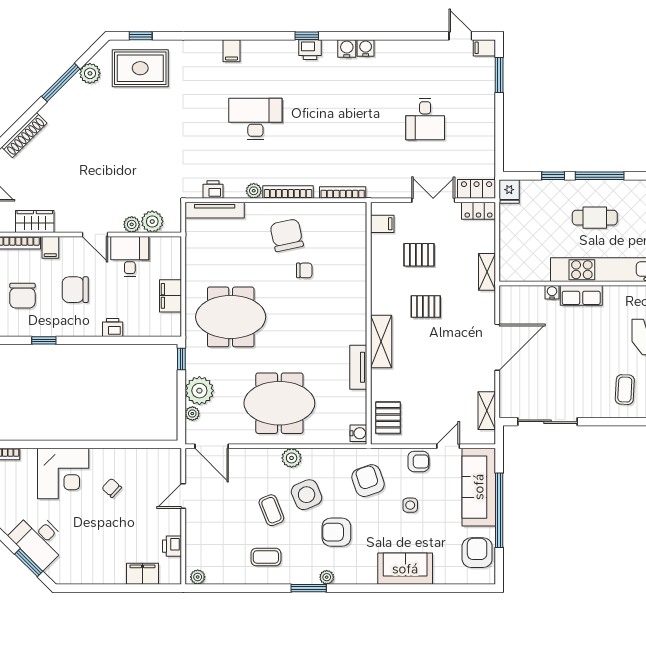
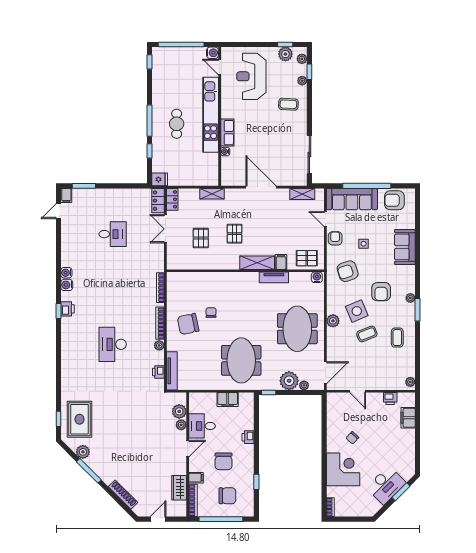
filing cabinet: (232, 51) -> (68, 360), removed
filing cabinet: (382, 224) -> (281, 262), moved

